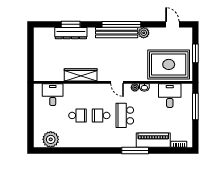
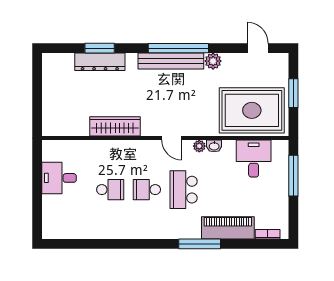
desk: (53, 95) -> (59, 178), moved, turned -90
plant: (51, 139) -> (68, 227), removed

